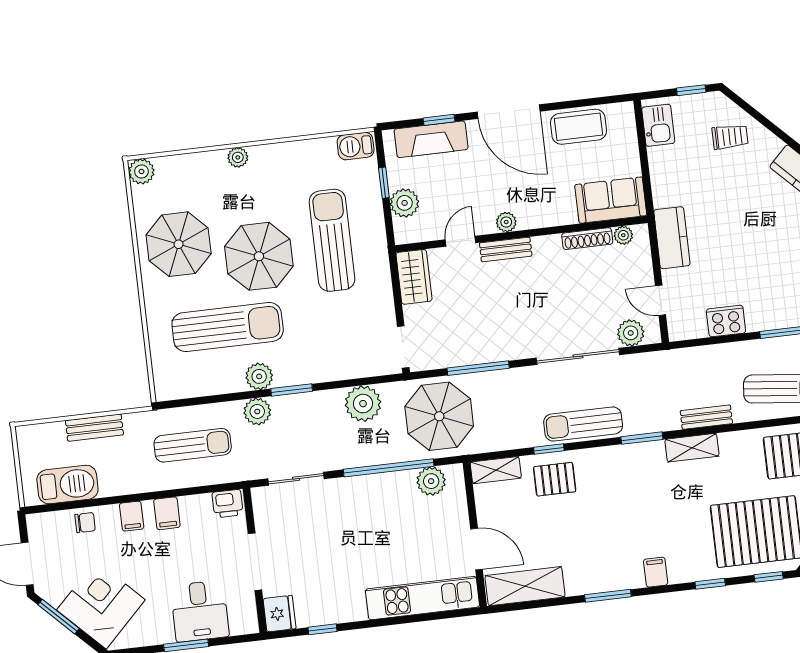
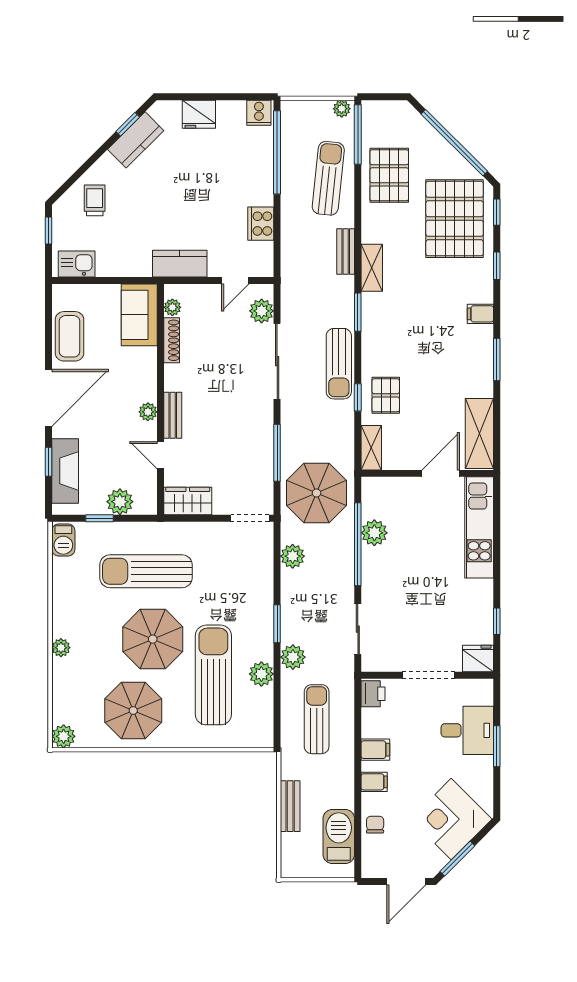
plant: (259, 376) -> (261, 674), moved
plant: (363, 404) -> (293, 556), width x0.73, depth x0.73
plant: (431, 481) -> (374, 533), moved

